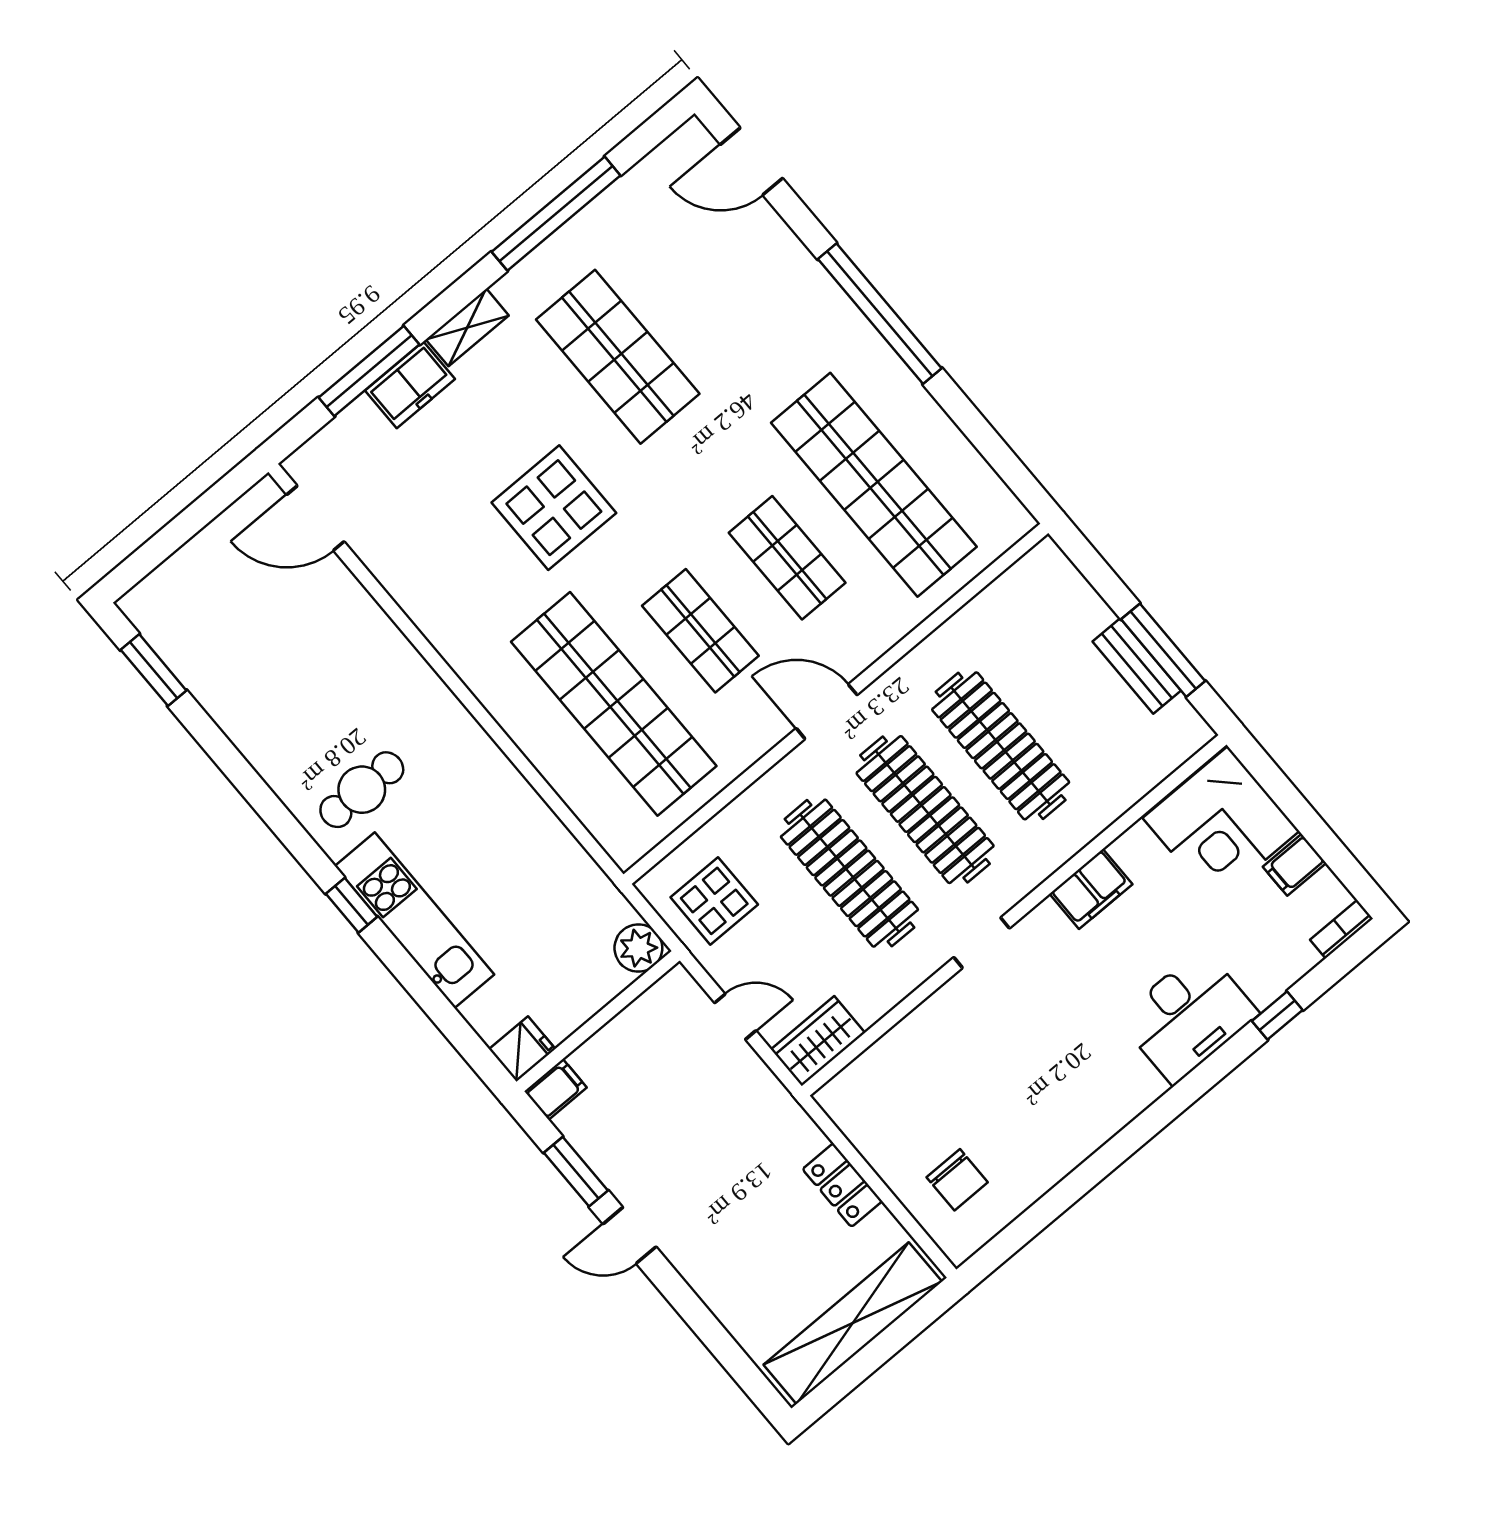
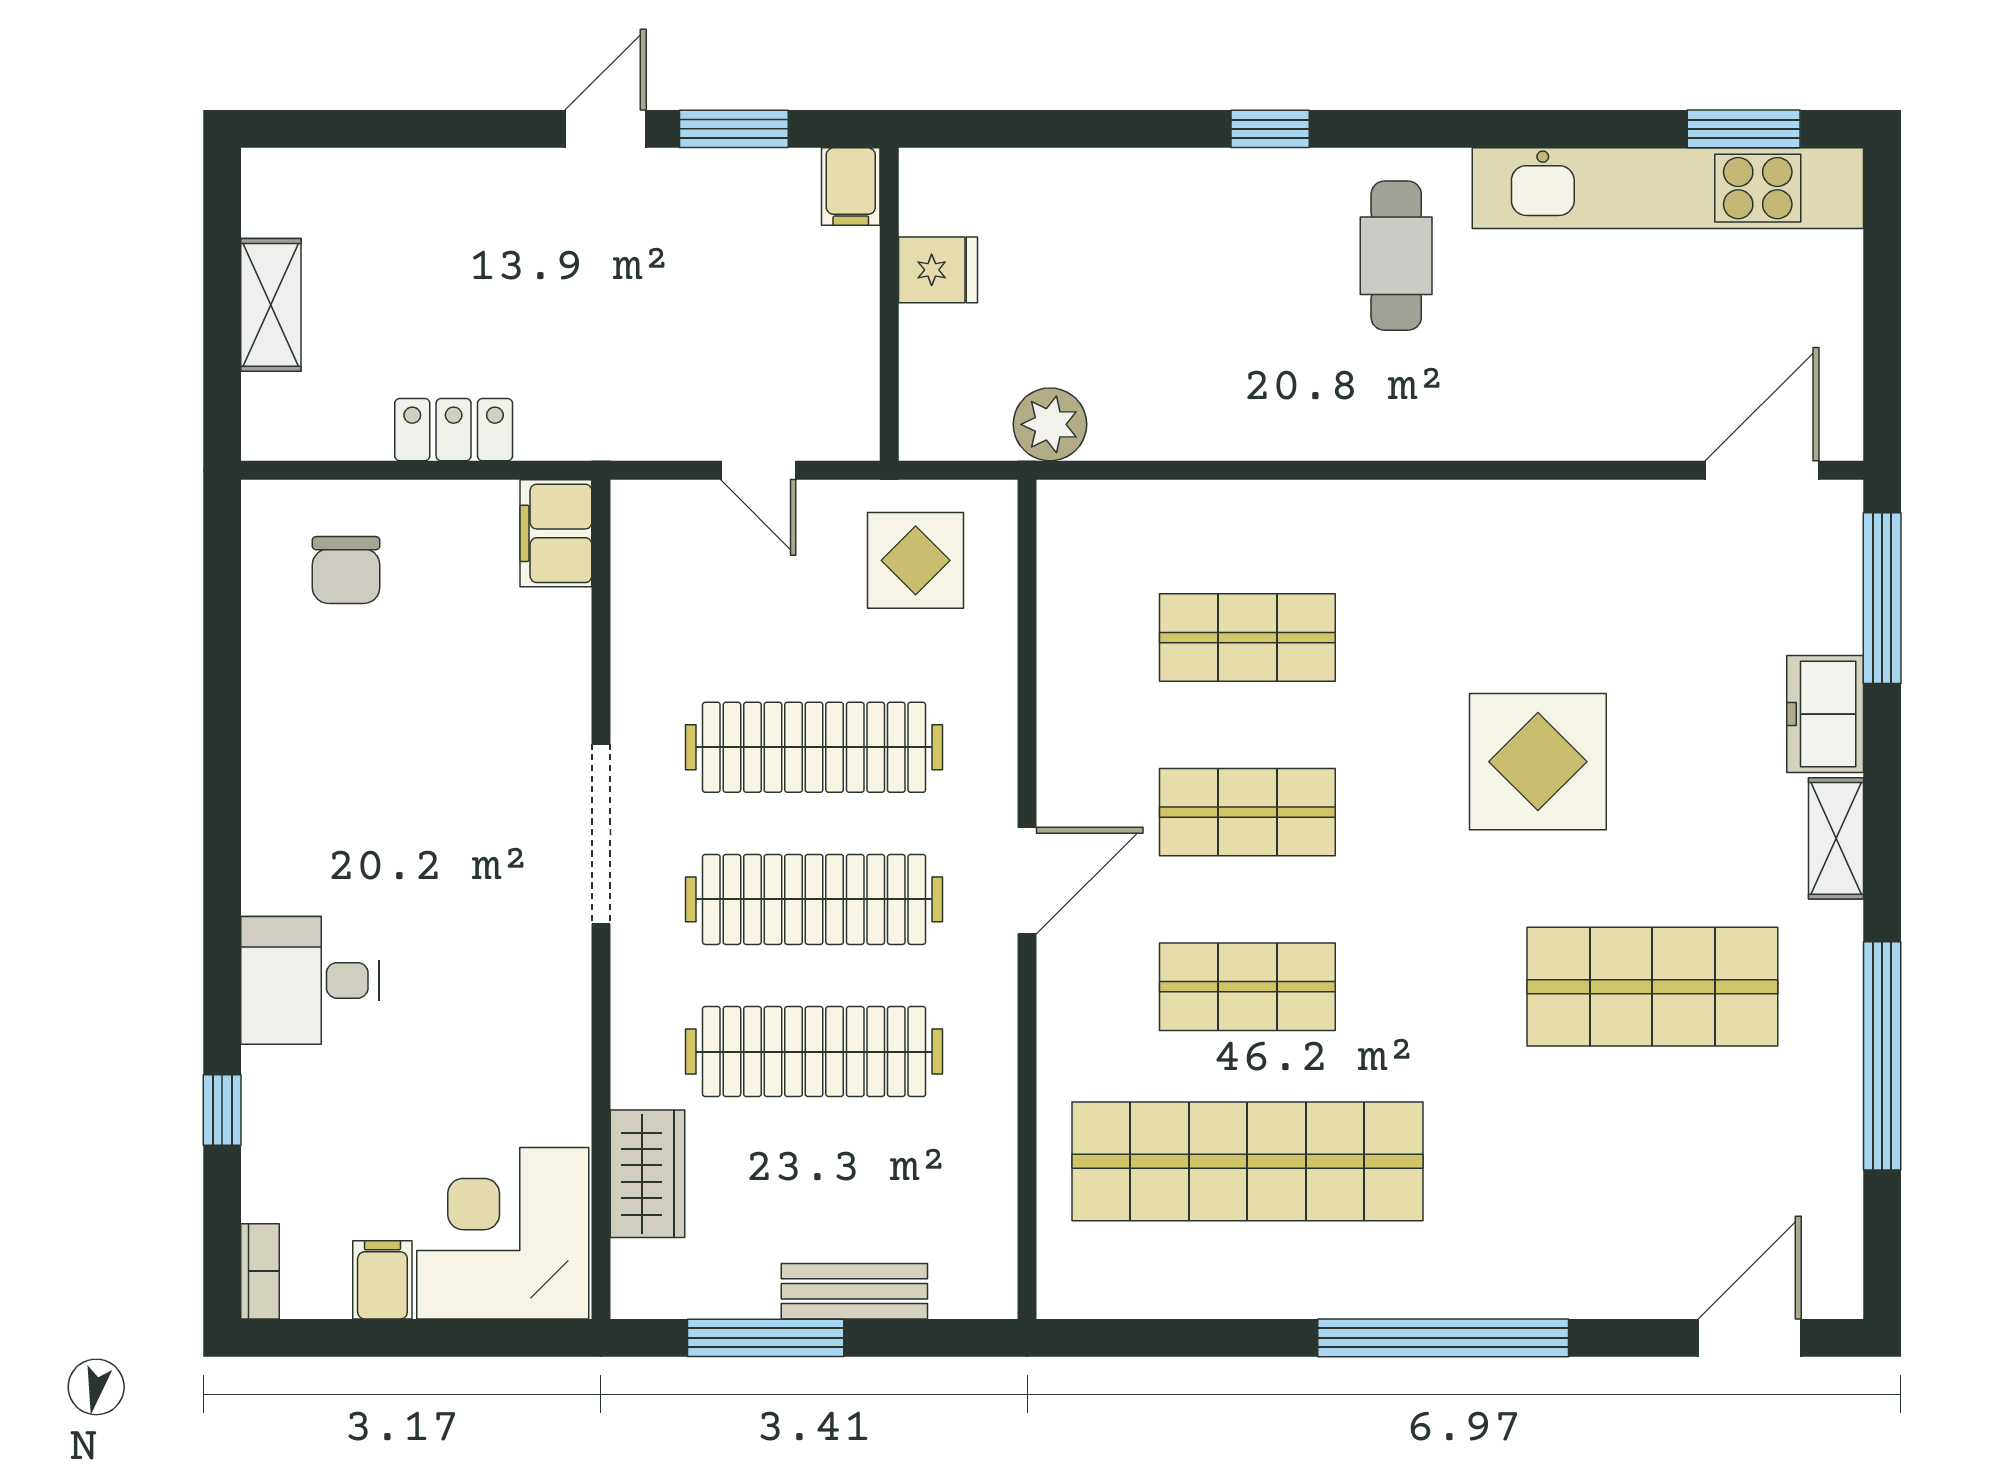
window: (369, 371) -> (1882, 598), moved
bench: (1137, 666) -> (854, 1291), moved
shop shelf: (614, 704) -> (1247, 638), width x0.50, depth x0.74
filing cabinet: (1091, 889) -> (556, 533), moved
kitchen unit: (414, 920) -> (1668, 188), moved, width x1.36
doorway: (982, 943) -> (601, 834), width x1.87
plant: (638, 948) -> (1050, 424), moved
desk: (1188, 1016) -> (310, 980), width x0.73
door: (735, 1017) -> (758, 470), hinge flipped
wardrobe: (818, 1041) -> (648, 1174), moved
fridge: (522, 1049) -> (938, 270), moved, turned -90
chair: (957, 1180) -> (346, 570), turned -90
shelving: (853, 1323) -> (271, 305), width x0.45, depth x0.75

